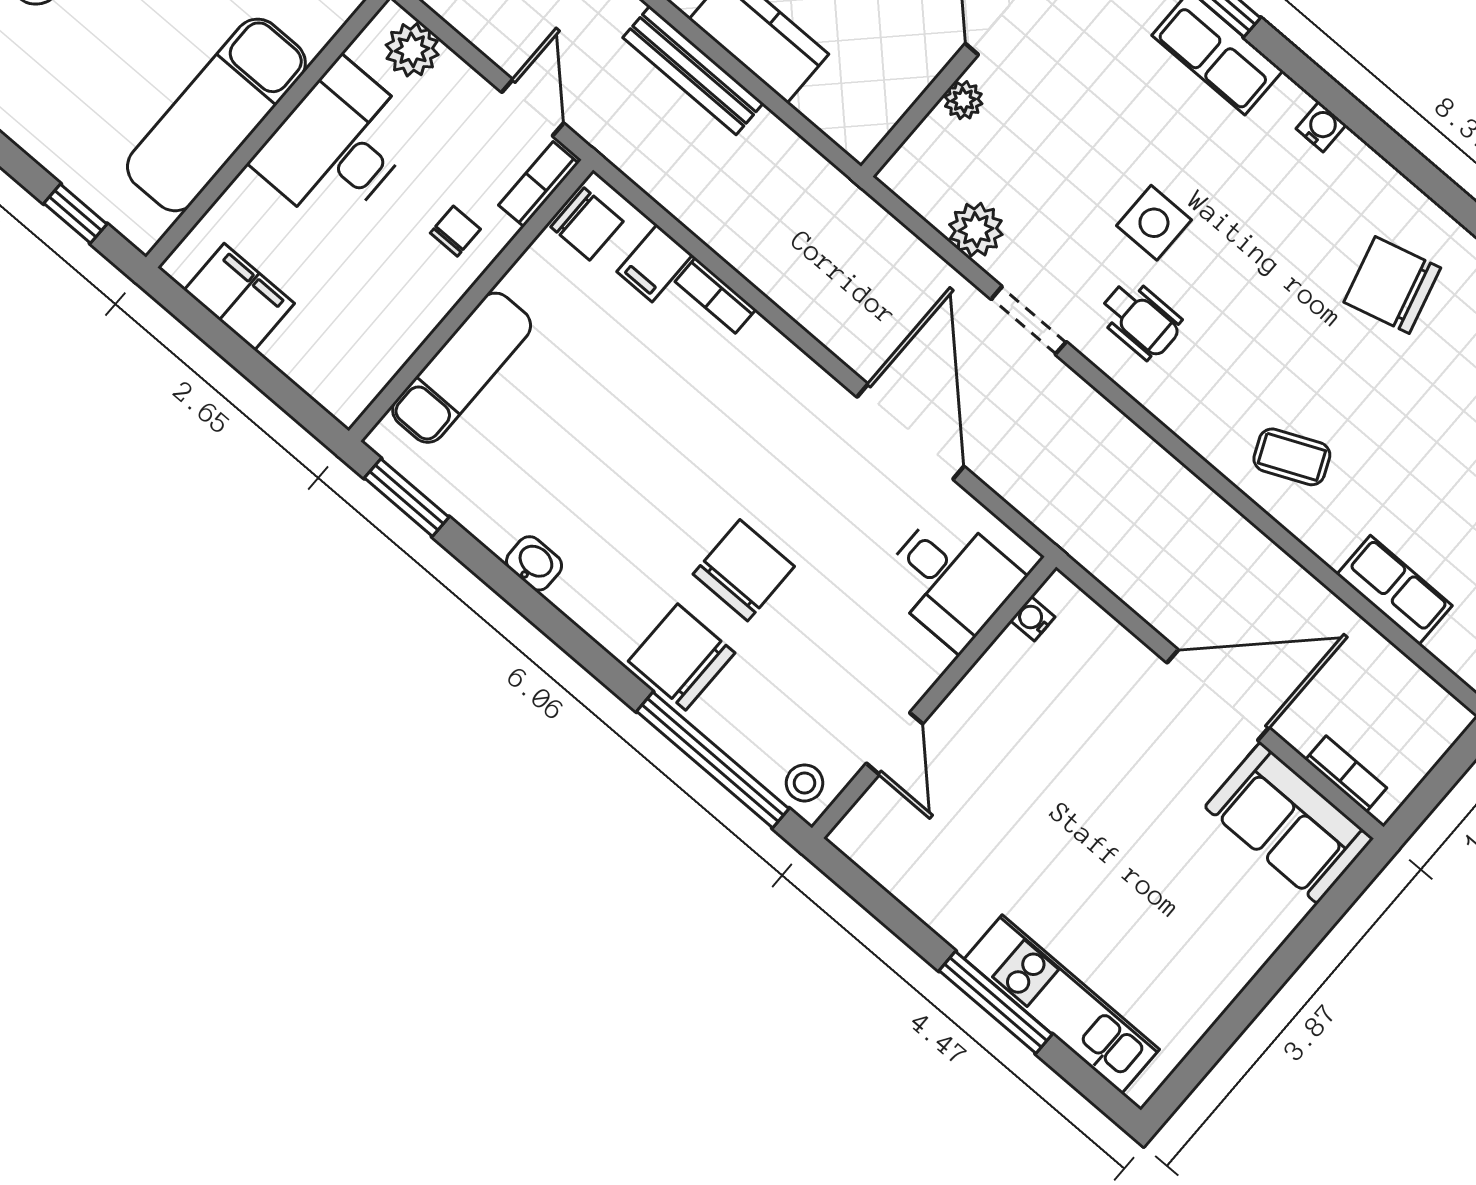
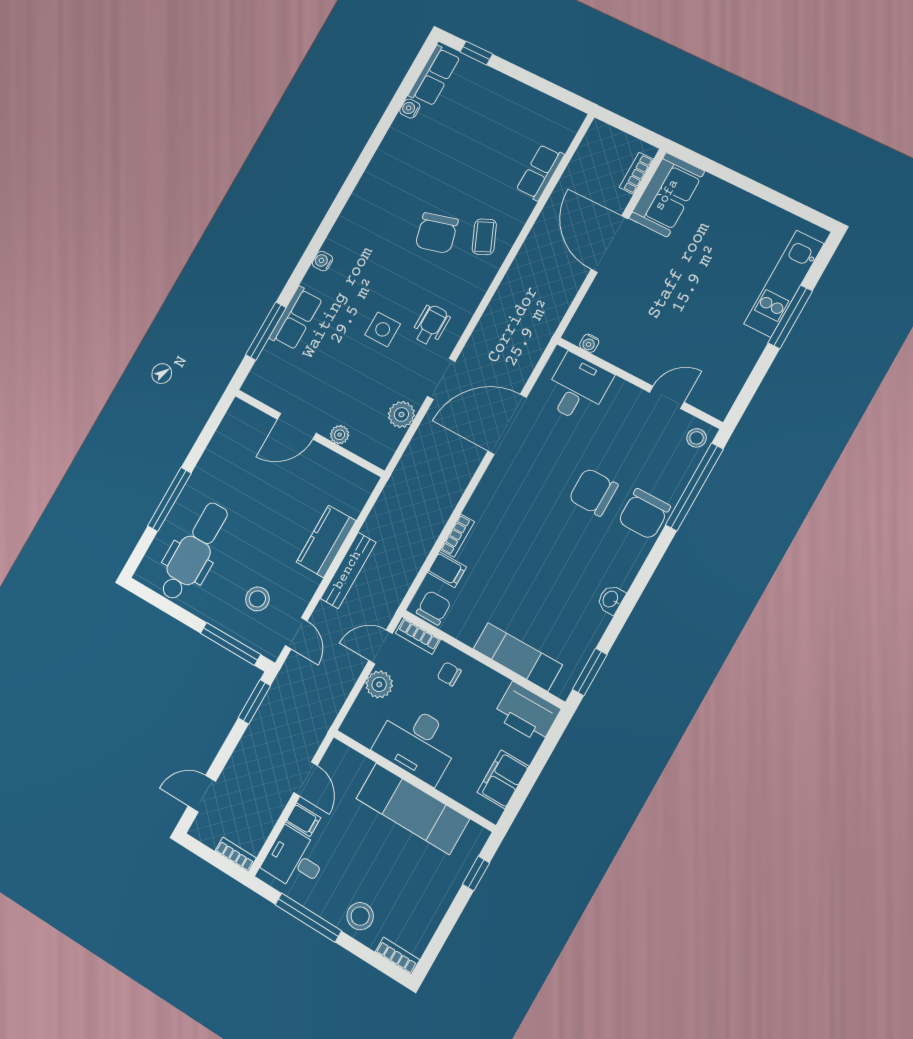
plant: (412, 50) -> (379, 684), moved
chair: (1392, 285) -> (437, 233), moved
printer: (354, 365) -> (527, 712), added

